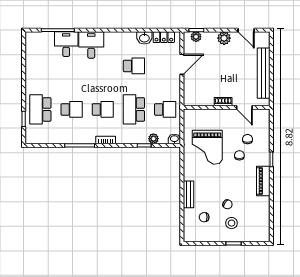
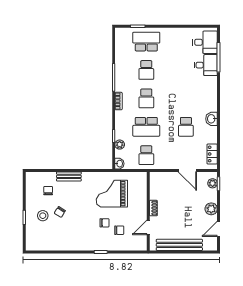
washbasin: (144, 38) -> (212, 119), moved
desk: (91, 45) -> (205, 42), moved
school desk: (134, 109) -> (146, 127), turned 180
piano: (263, 181) -> (81, 245), removed

